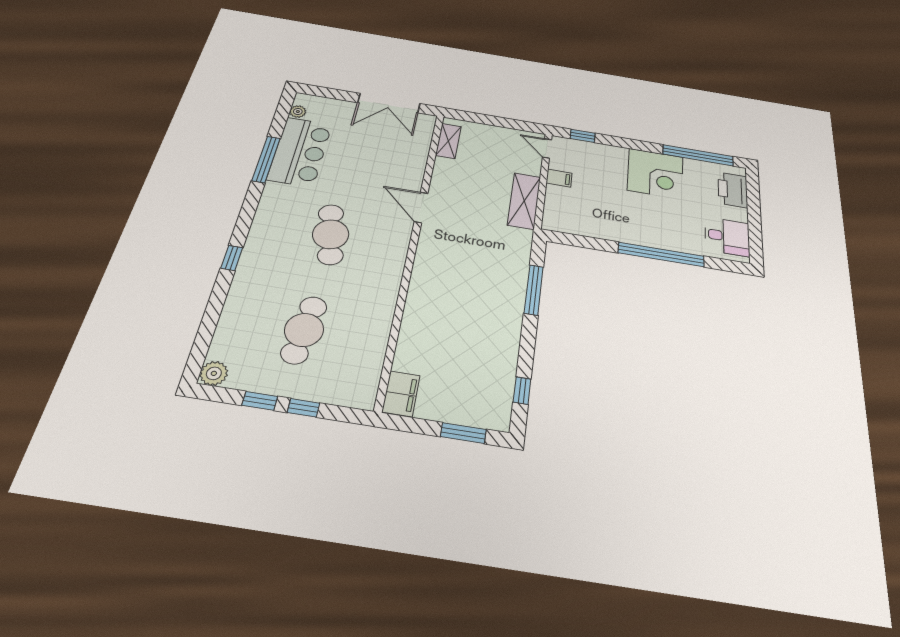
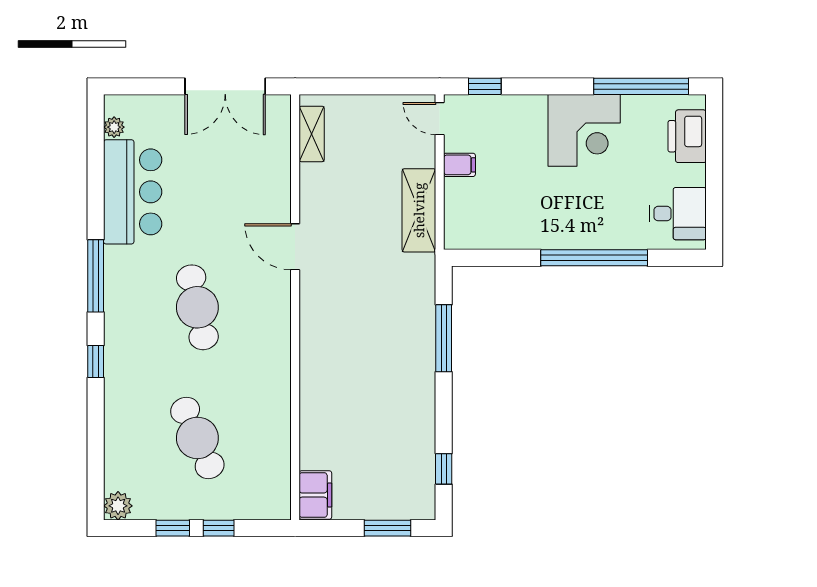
window: (266, 159) -> (96, 276), moved
cafe table: (304, 330) -> (197, 438), turned -30

